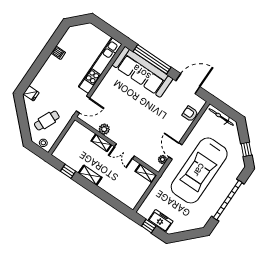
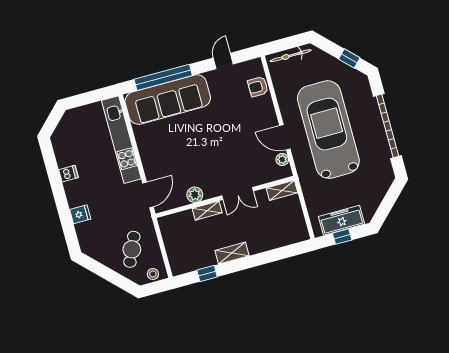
door: (188, 84) -> (223, 61), width x0.53
fridge: (31, 93) -> (80, 214), moved
car: (199, 170) -> (328, 130), turned 180
freezer: (161, 221) -> (341, 220), width x1.40

